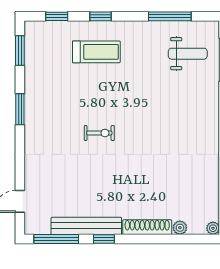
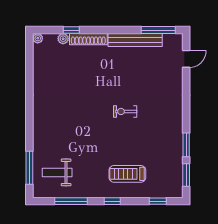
window: (100, 16) -> (112, 201), moved
window: (20, 109) -> (186, 145), moved
window: (104, 239) -> (71, 30), moved

